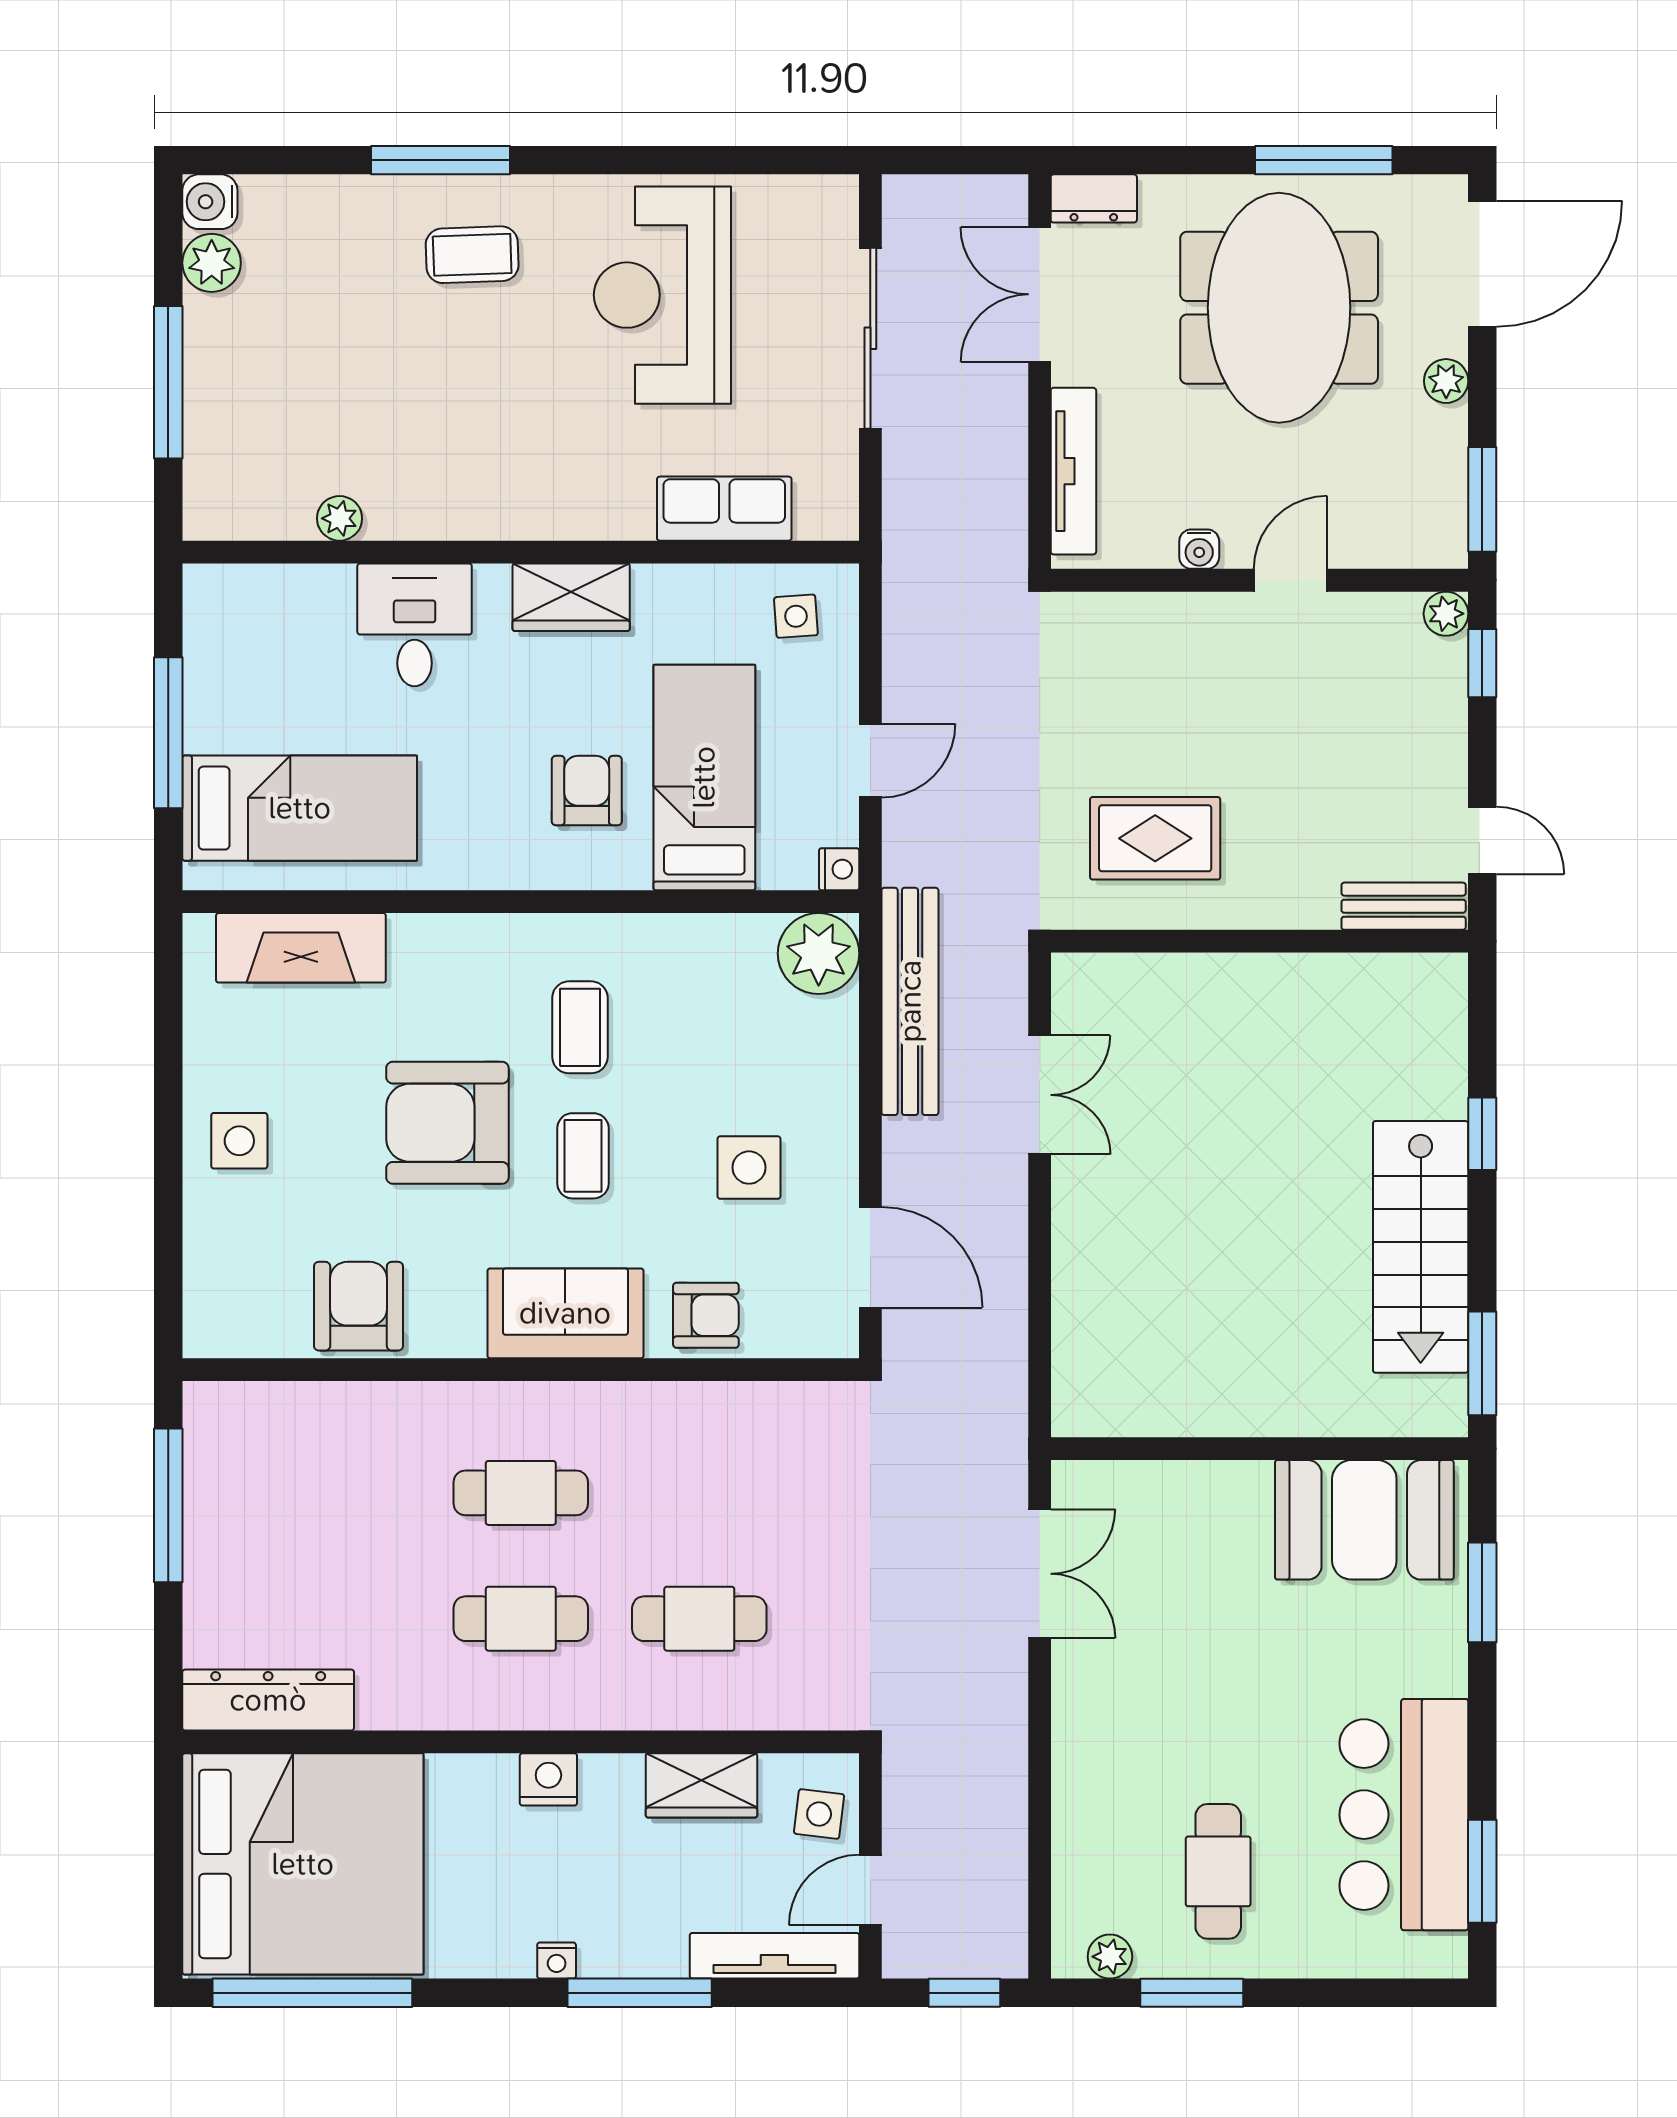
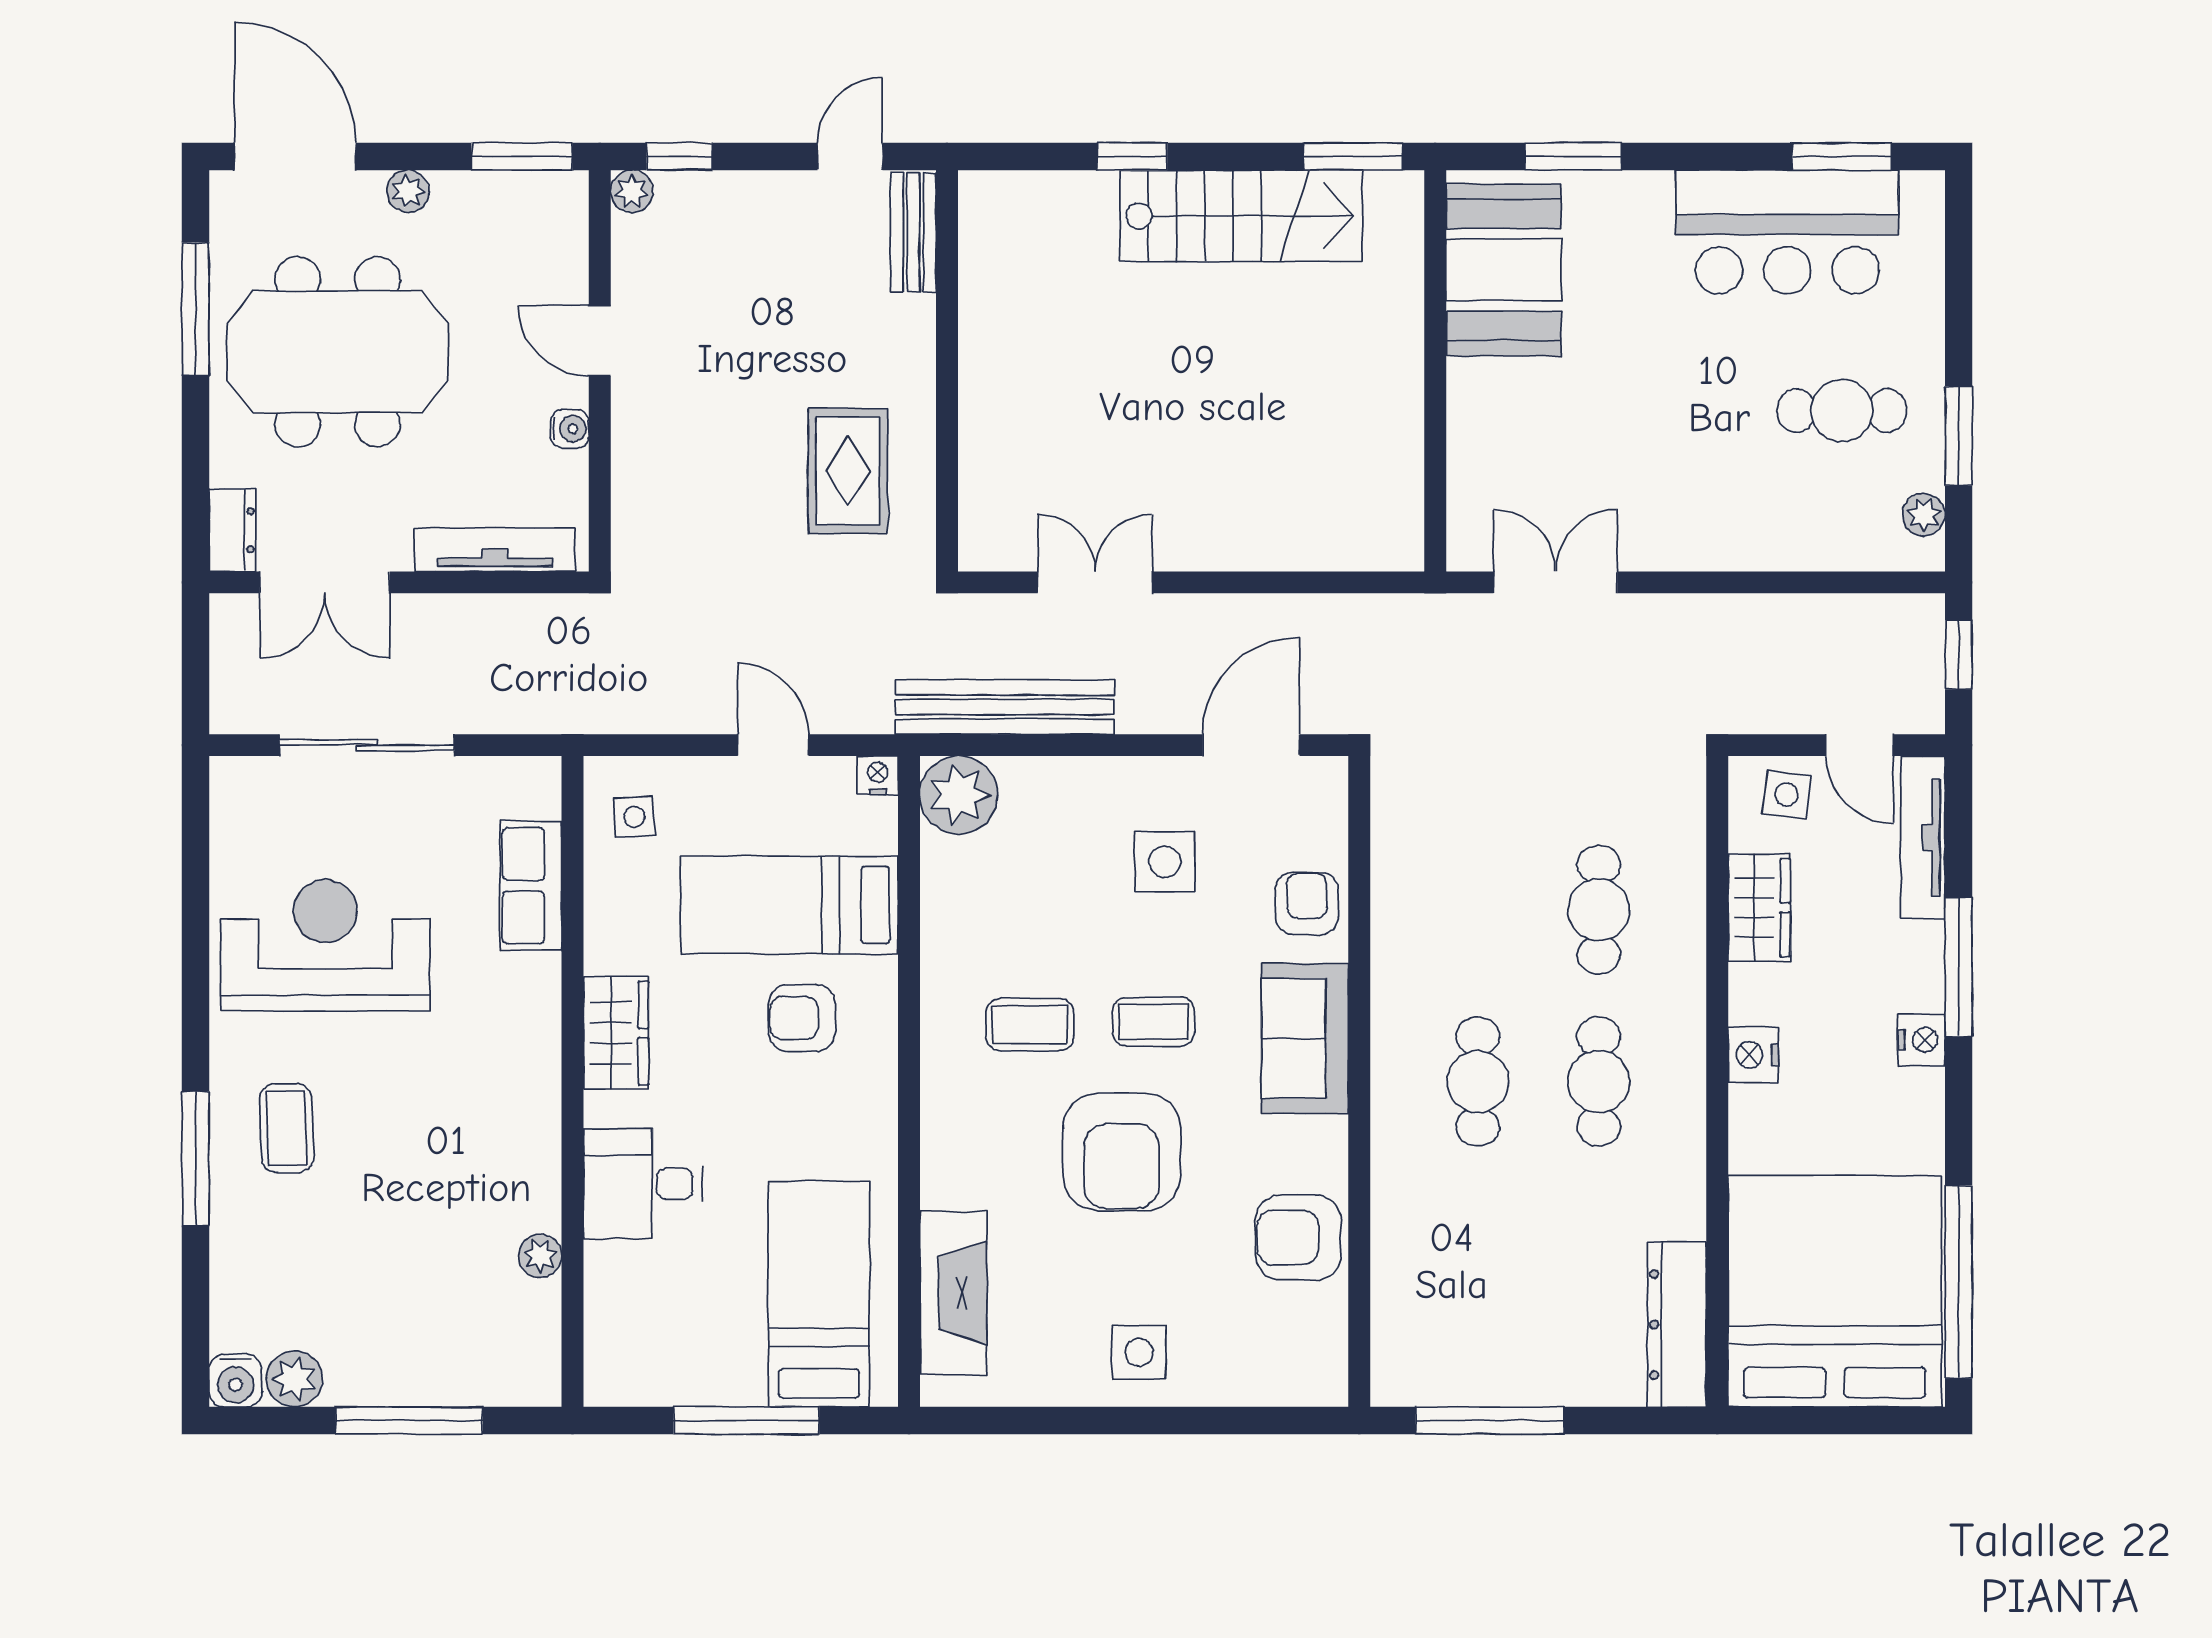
reception desk: (662, 295) -> (325, 945), turned 180
nightstand: (557, 1961) -> (1921, 1040), width x1.39, depth x1.35

